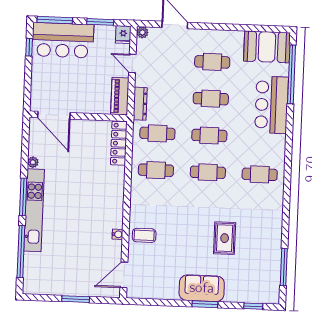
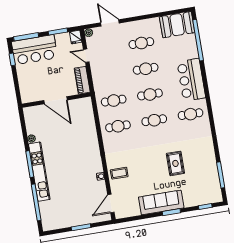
dresser: (140, 104) -> (97, 82), removed
bar counter: (272, 105) -> (191, 80), moved
door: (54, 115) -> (55, 100), moved
locker: (119, 143) -> (88, 113), removed
sofa: (202, 288) -> (161, 202), width x1.36

